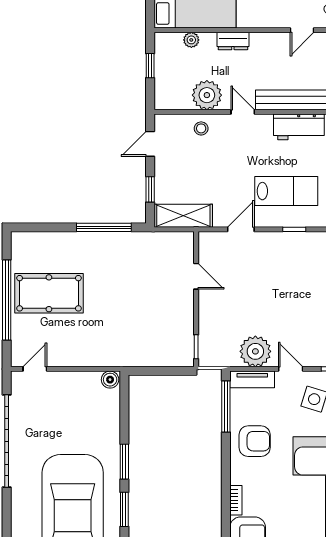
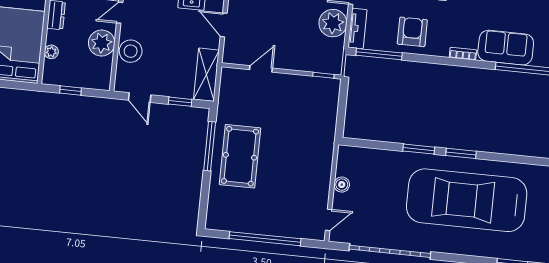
stool: (201, 128) -> (131, 51), width x1.89, depth x1.89
pool table: (49, 293) -> (240, 156), moved
door: (35, 369) -> (329, 220), swing flipped
boiler: (110, 380) -> (342, 185), moved

